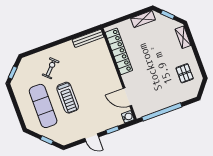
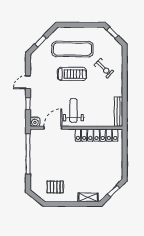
shelving: (143, 19) -> (118, 167), removed
weight bench: (103, 83) -> (73, 111), added
treadmill: (68, 98) -> (72, 74), turned 180

